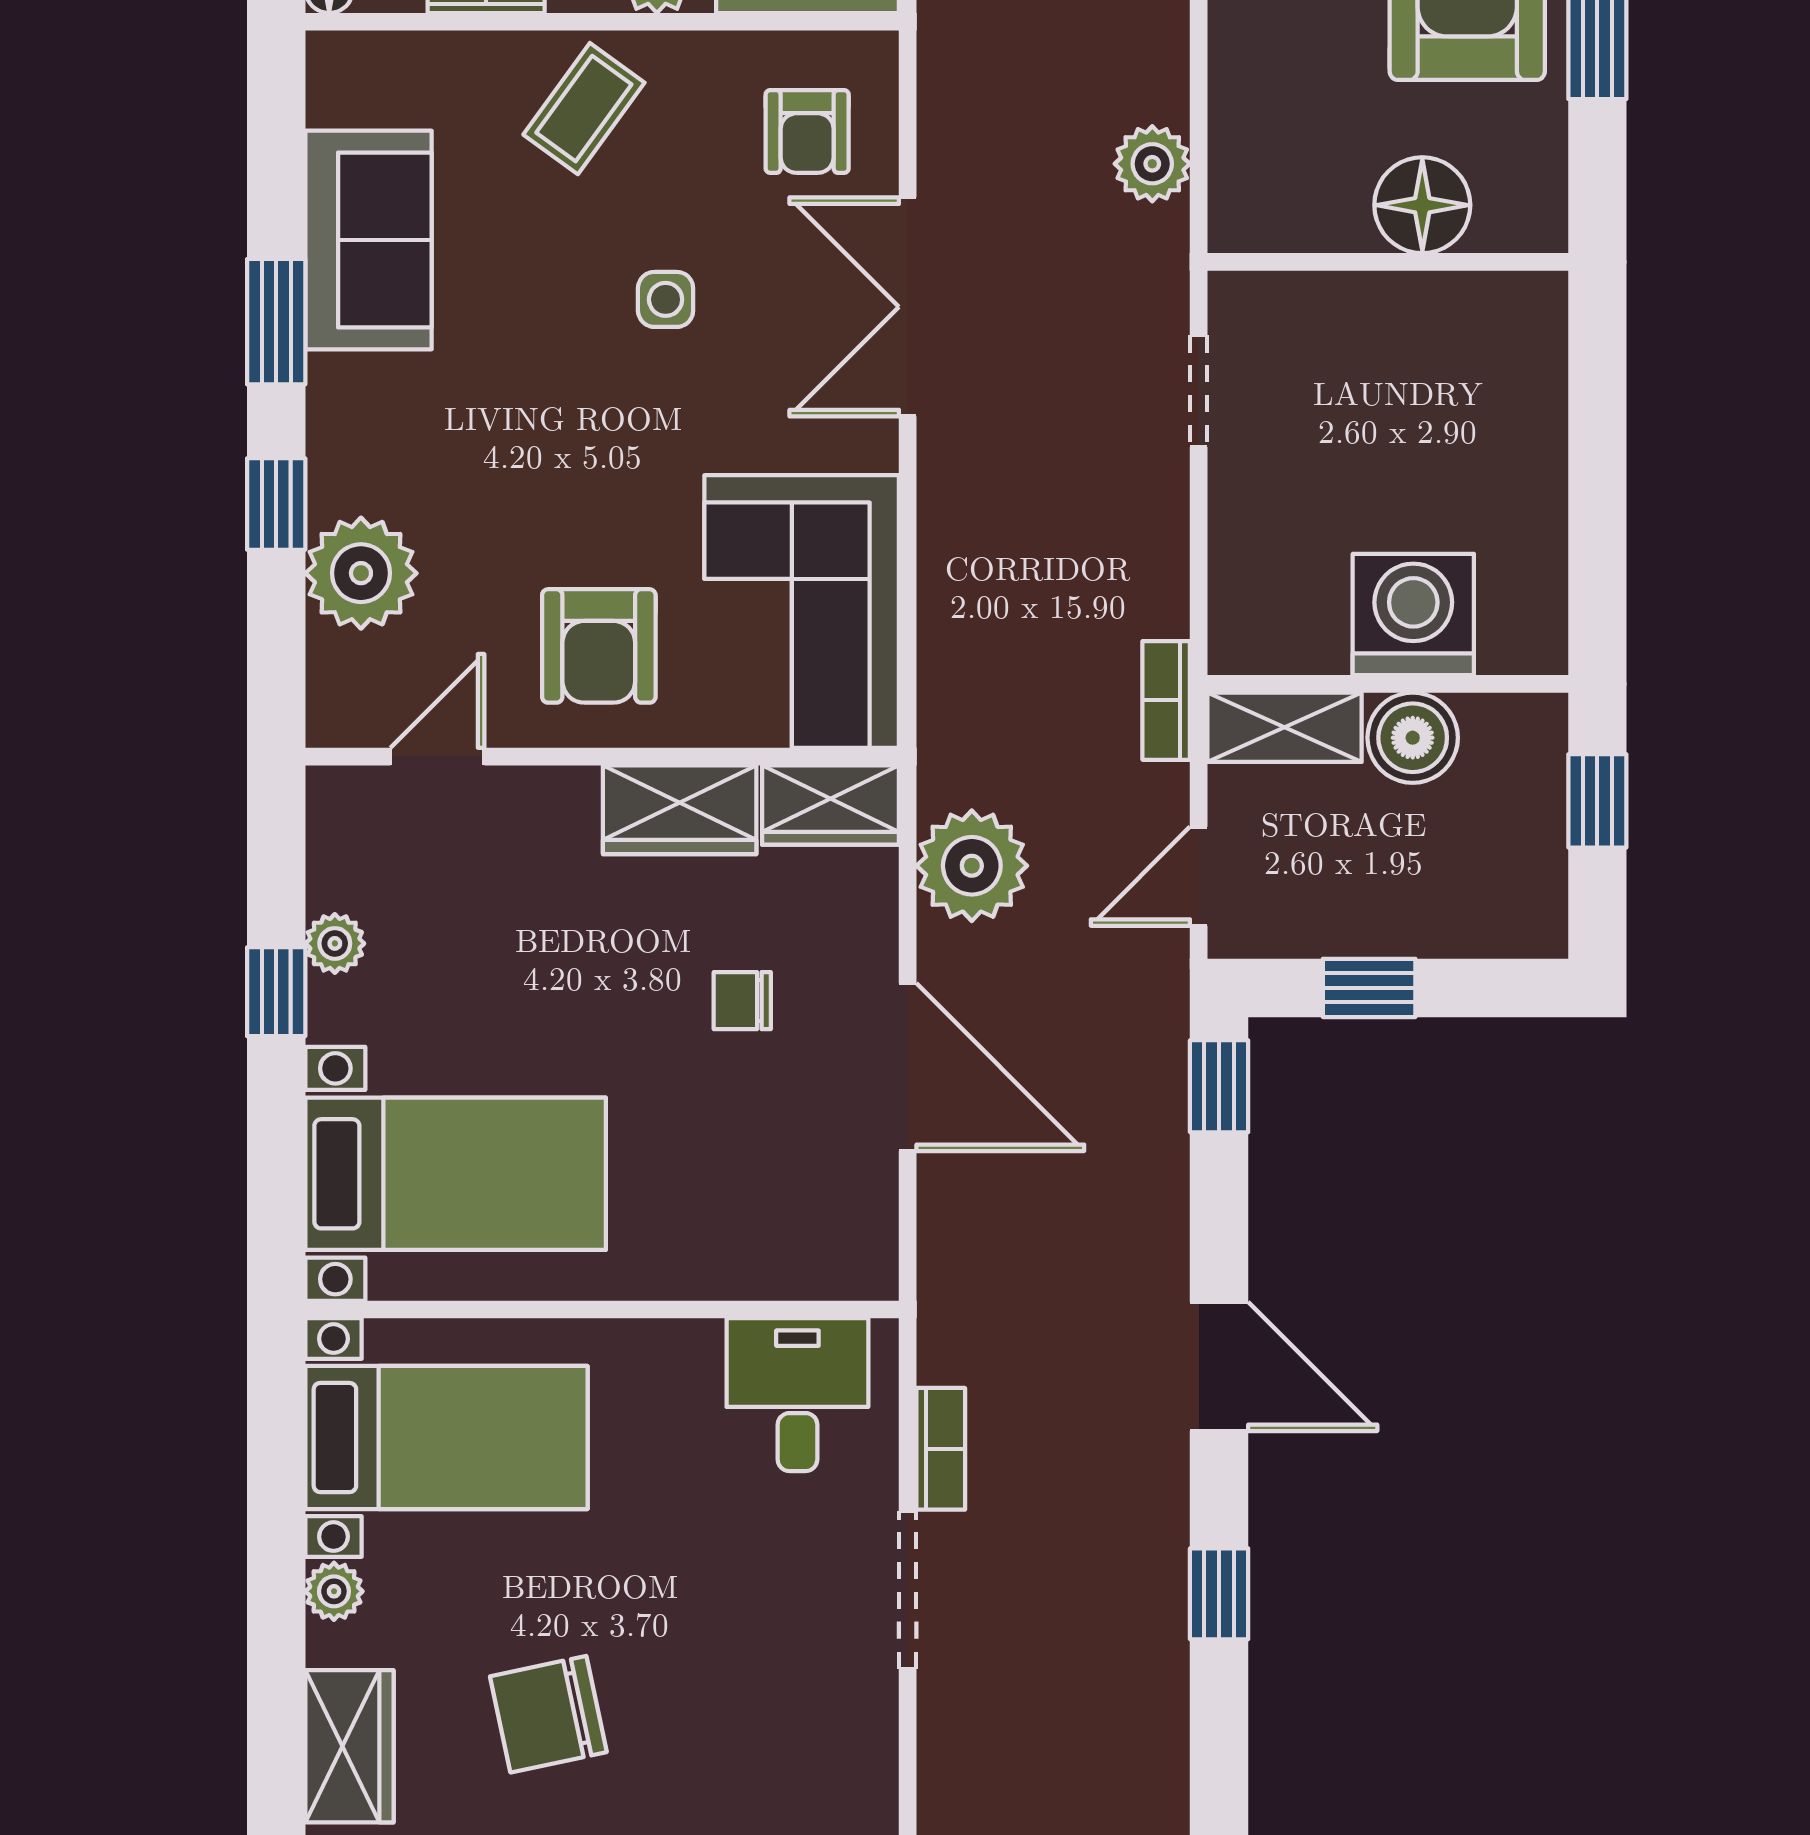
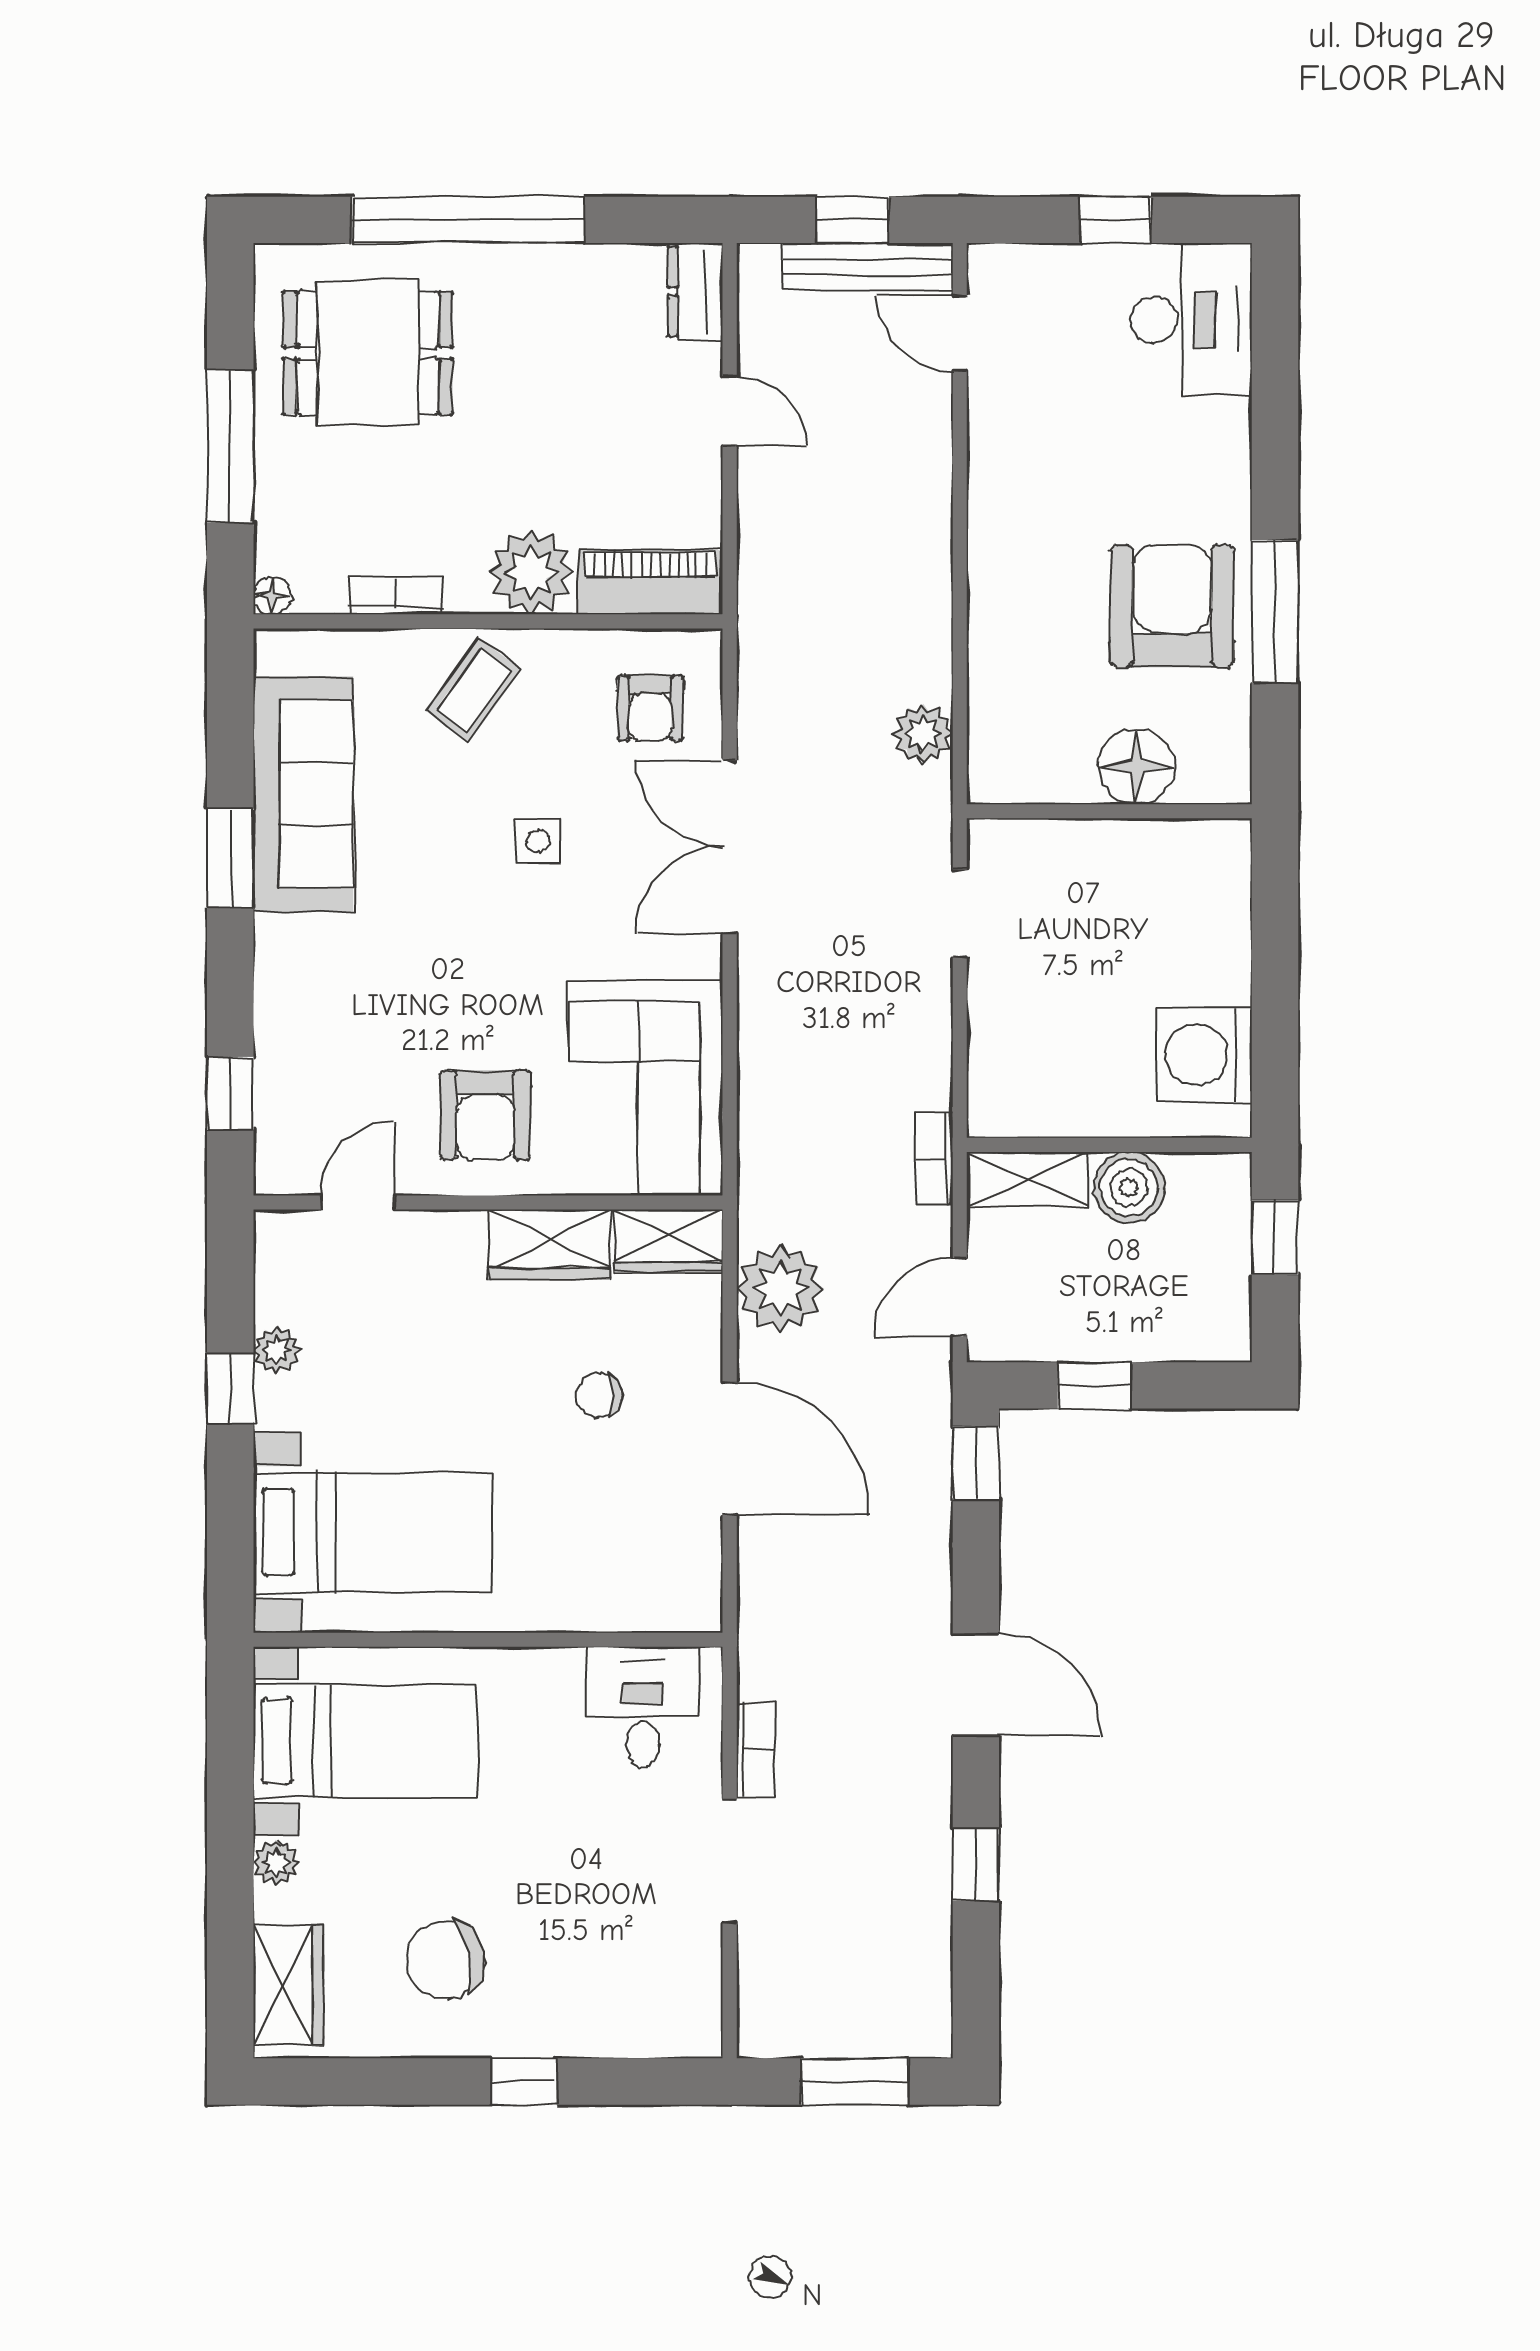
sofa: (368, 240) -> (303, 794), width x1.36
window: (276, 504) -> (230, 1093), moved
plant: (361, 573) -> (297, 1057), removed
washing machine: (1413, 614) -> (1204, 1055), moved, turned -90

